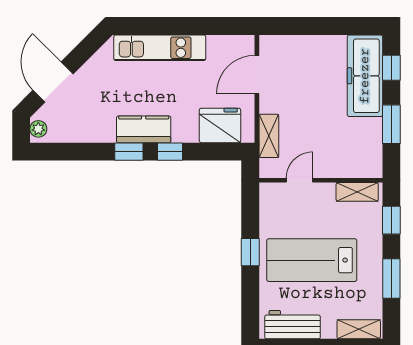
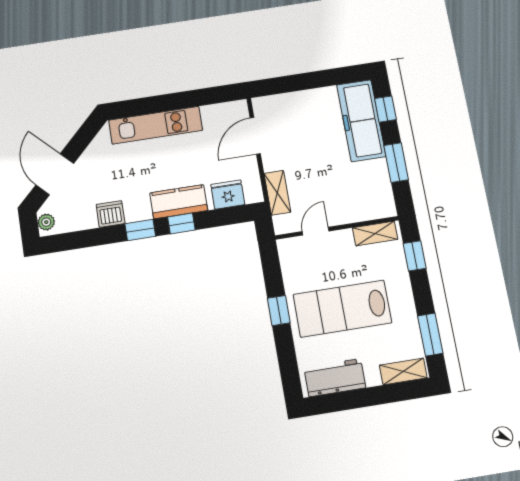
fridge: (220, 125) -> (228, 194), width x0.73, depth x0.75
kitchen counter: (144, 129) -> (179, 202), moved
dishwasher: (102, 131) -> (110, 214), added
window: (391, 279) -> (430, 335), moved

